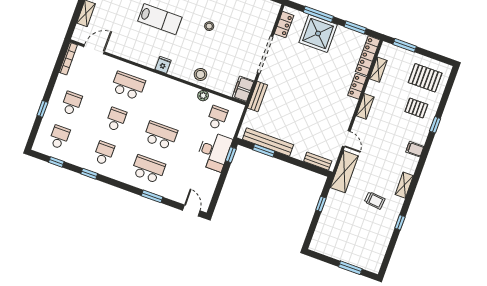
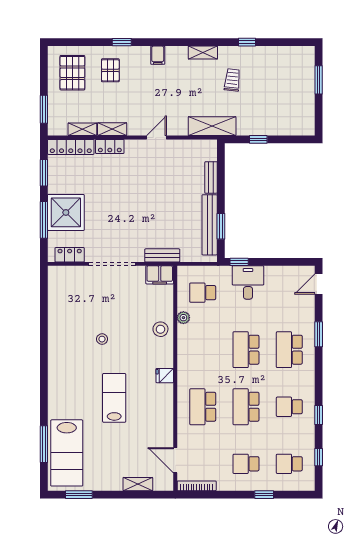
shelving: (365, 106) -> (112, 129), moved
school desk: (116, 119) -> (246, 407), width x1.85
door: (346, 139) -> (157, 137), moved
desk: (214, 151) -> (248, 282), width x0.73
bench: (318, 161) -> (211, 177), moved

